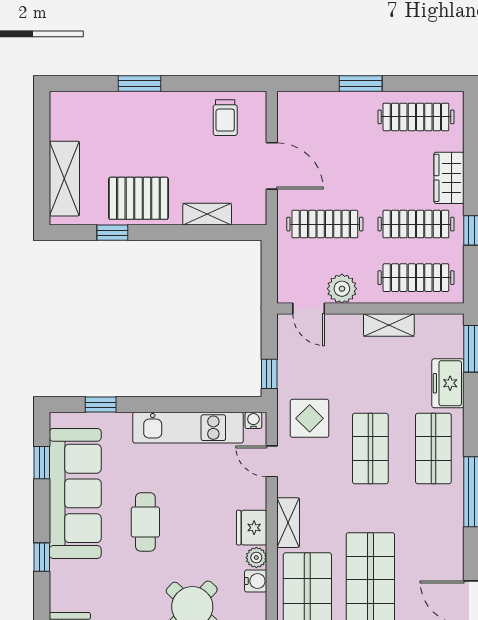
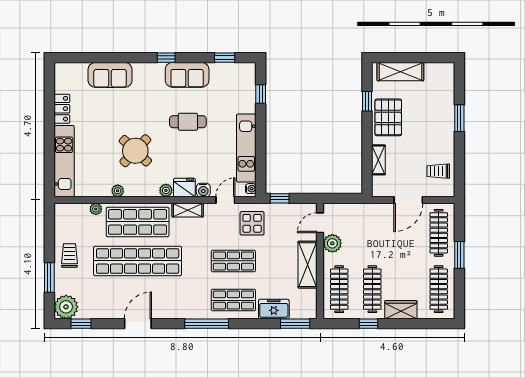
clothes rail: (325, 224) -> (439, 233), moved
shelving: (389, 325) -> (308, 265), width x1.50, depth x1.33
sofa: (75, 493) -> (187, 75), width x0.54, depth x0.79
water cooler: (256, 581) -> (203, 190), moved

